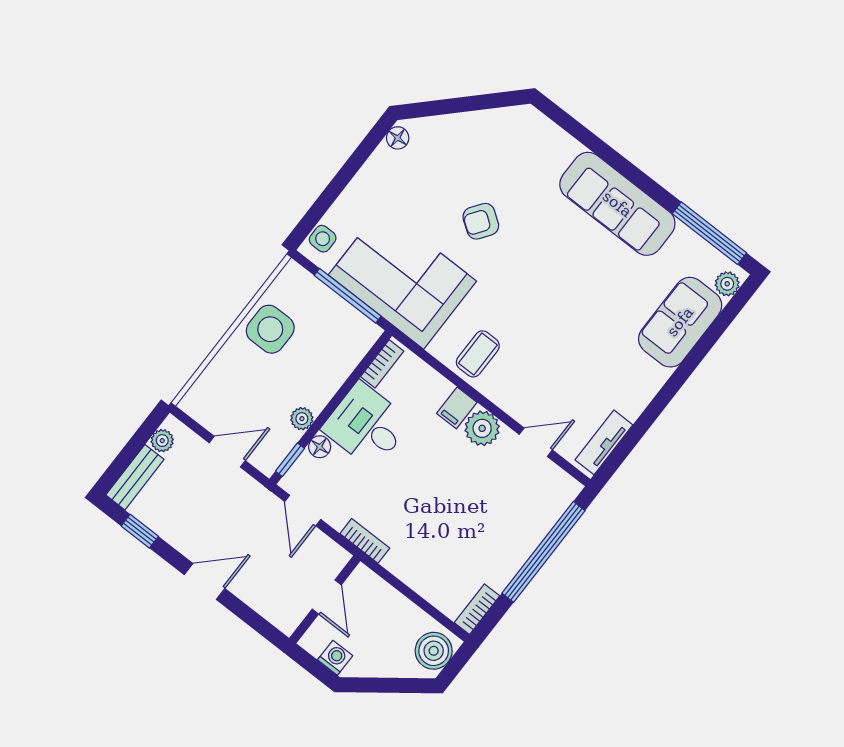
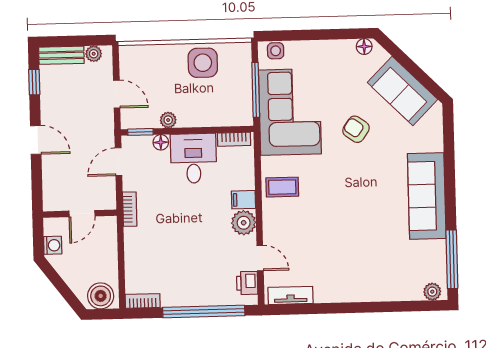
sofa: (680, 322) -> (403, 91), moved, turned -135
printer: (551, 479) -> (247, 283), added

